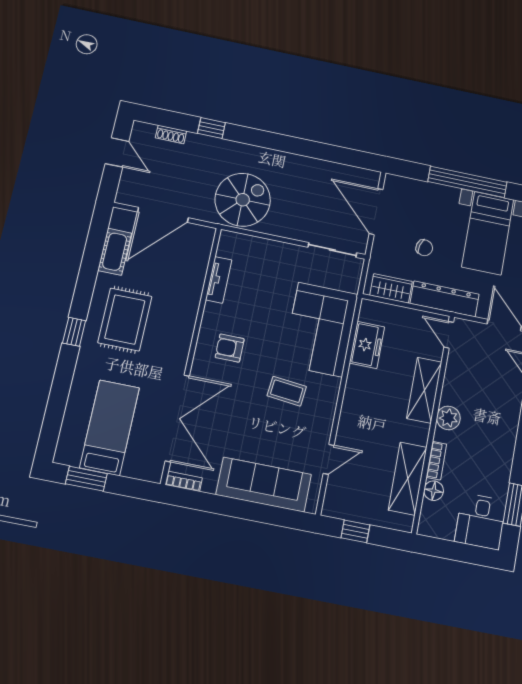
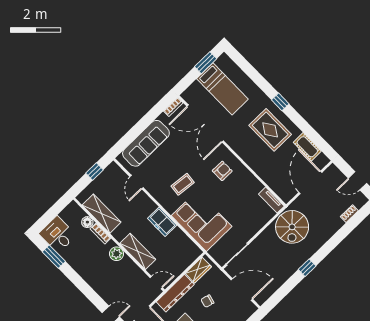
window: (211, 128) -> (307, 268), moved
tv unit: (219, 280) -> (271, 200), moved
freezer: (367, 345) -> (162, 222), moved

